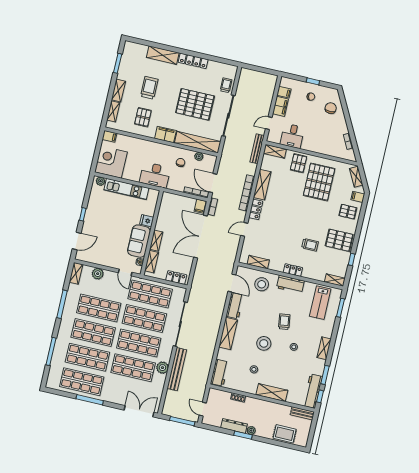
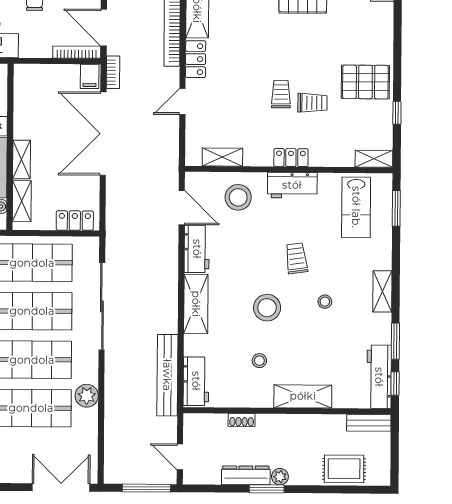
pallet: (348, 212) -> (370, 25), removed
trolley: (295, 237) -> (281, 94), added
bench: (177, 369) -> (167, 375), moved

